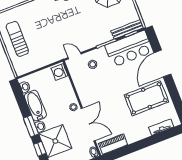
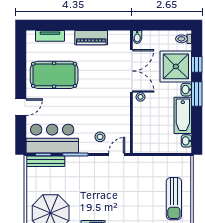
door: (75, 56) -> (117, 154), swing flipped
door: (162, 63) -> (21, 107), width x0.53
washing machine: (60, 72) -> (141, 143), removed
double door: (88, 124) -> (131, 71), swing flipped
piano: (113, 144) -> (91, 38), moved

